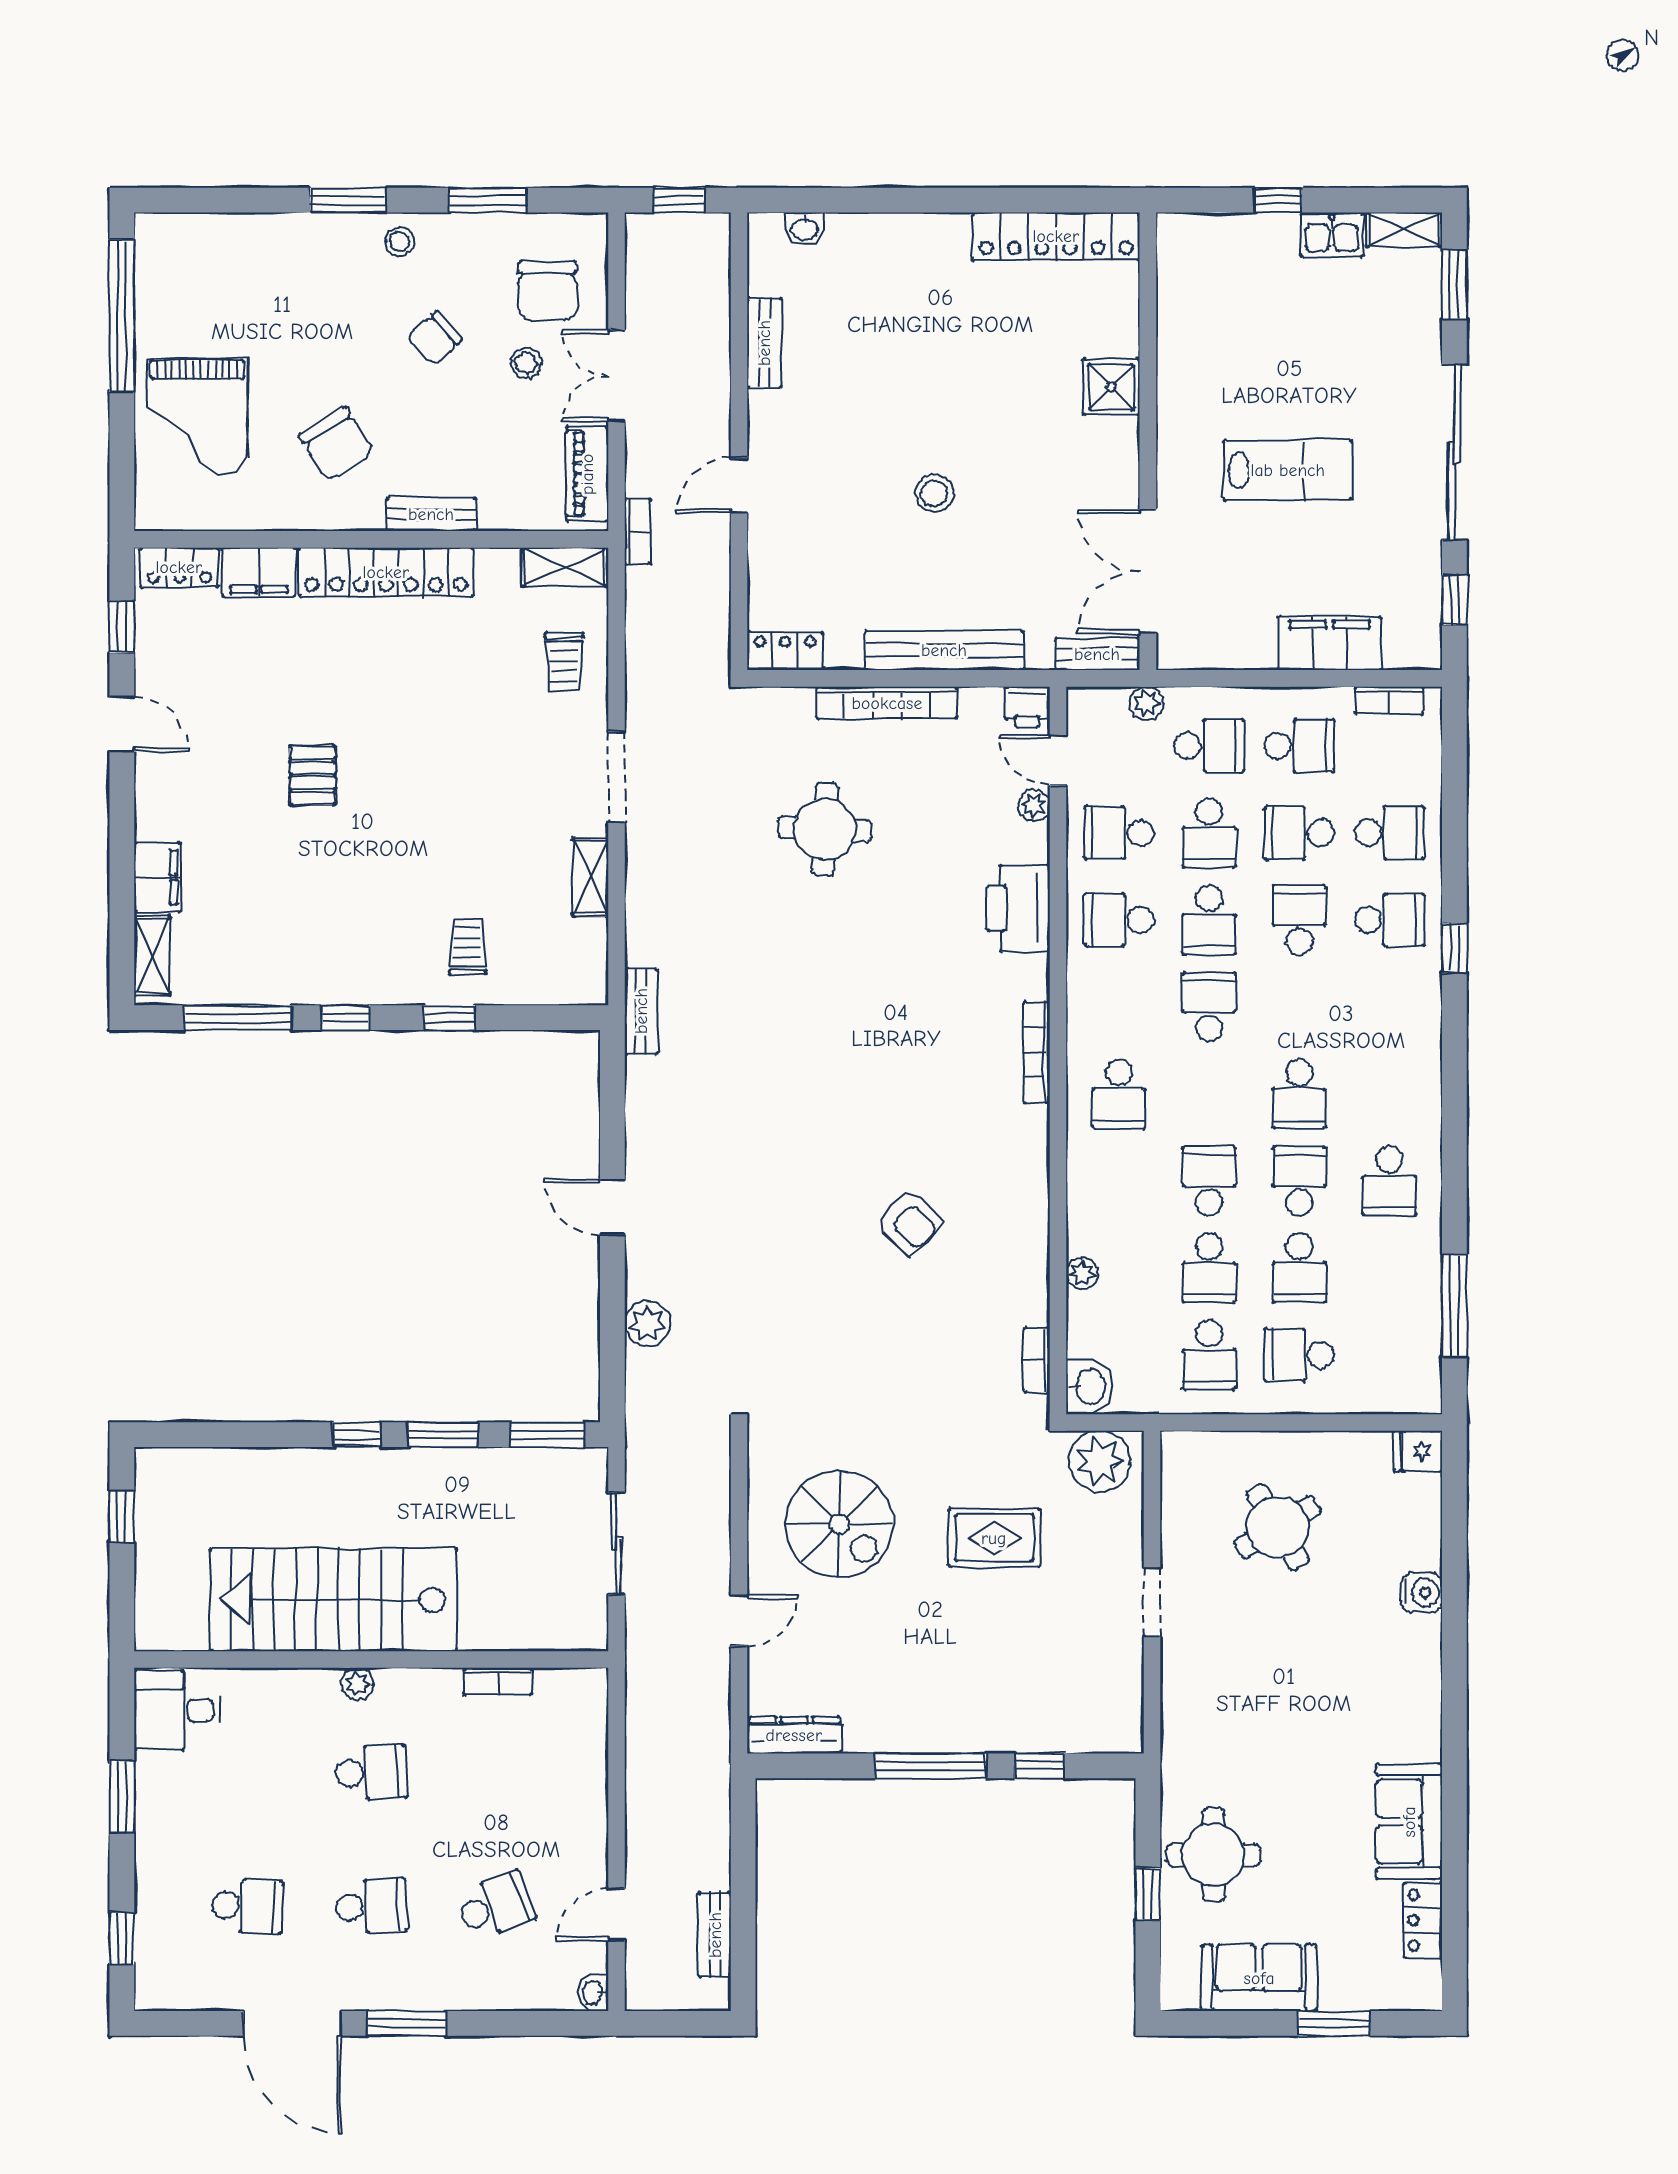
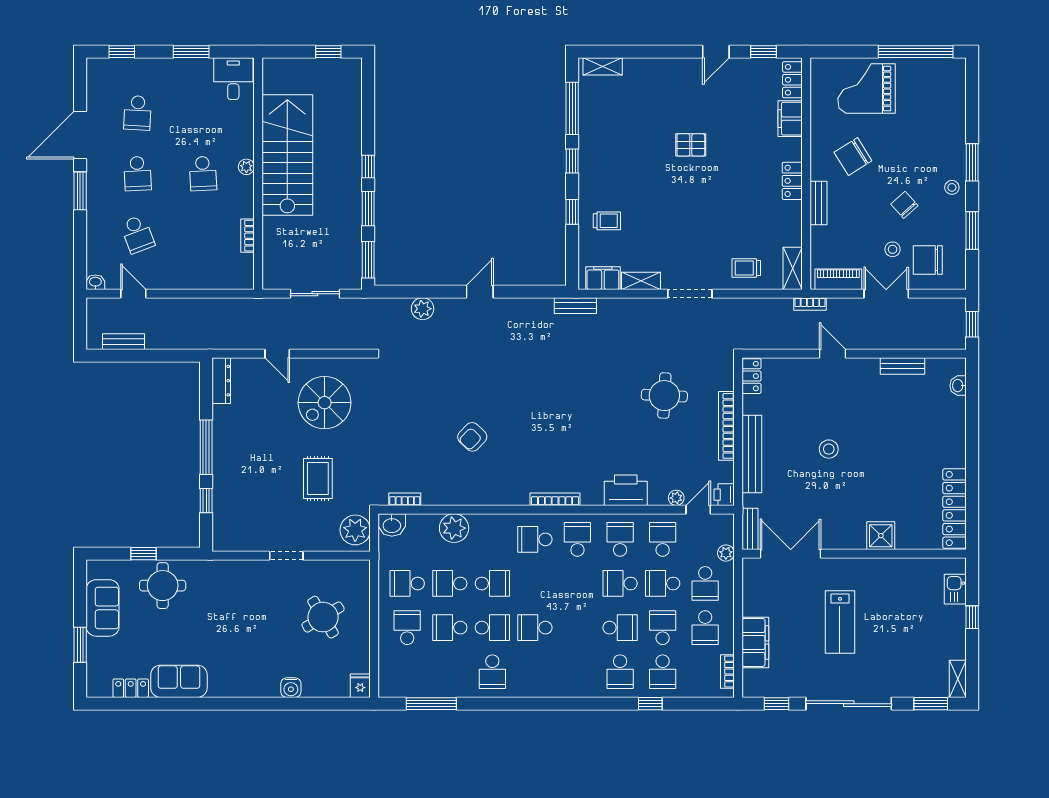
kitchen sink: (1332, 235) -> (955, 589), moved
locker: (386, 572) -> (792, 181), width x0.46, depth x0.83
filing cabinet: (157, 877) -> (603, 278), moved, turned 180
window: (1454, 948) -> (650, 704), moved
school desk: (1209, 1007) -> (577, 539), moved, turned -90
school desk: (1389, 1181) -> (492, 672), turned -90
plant: (1082, 1273) -> (454, 528), width x1.87, depth x1.87

